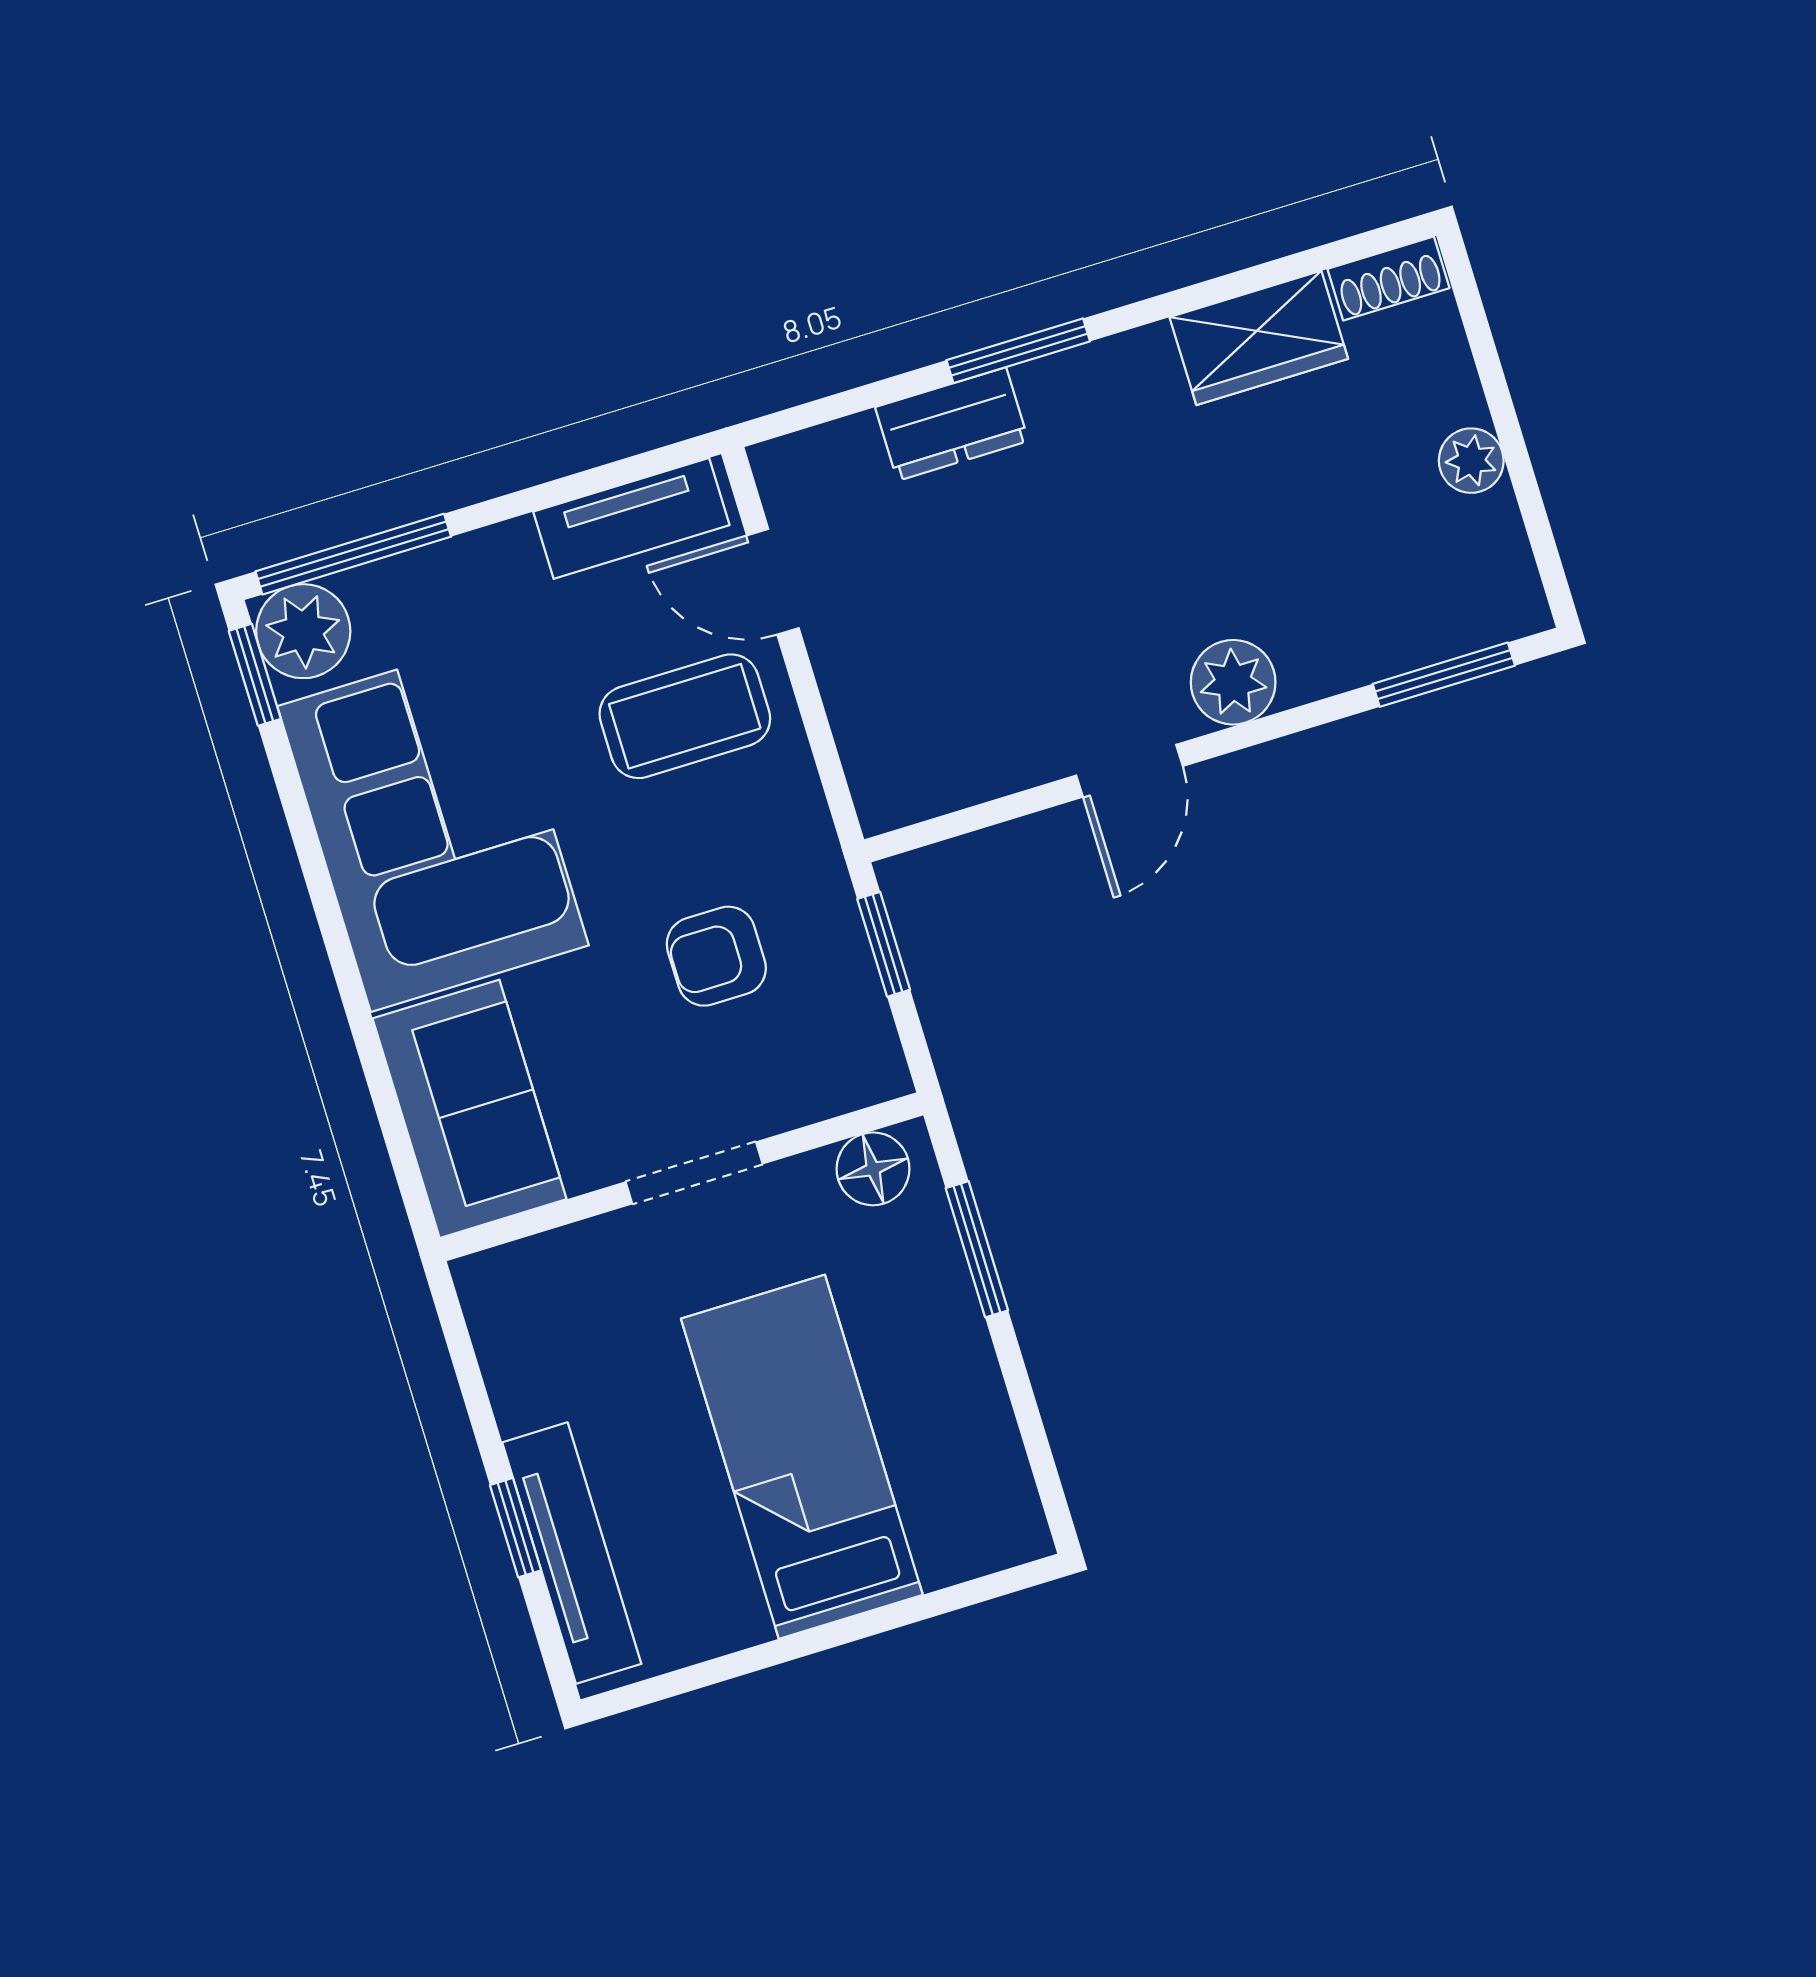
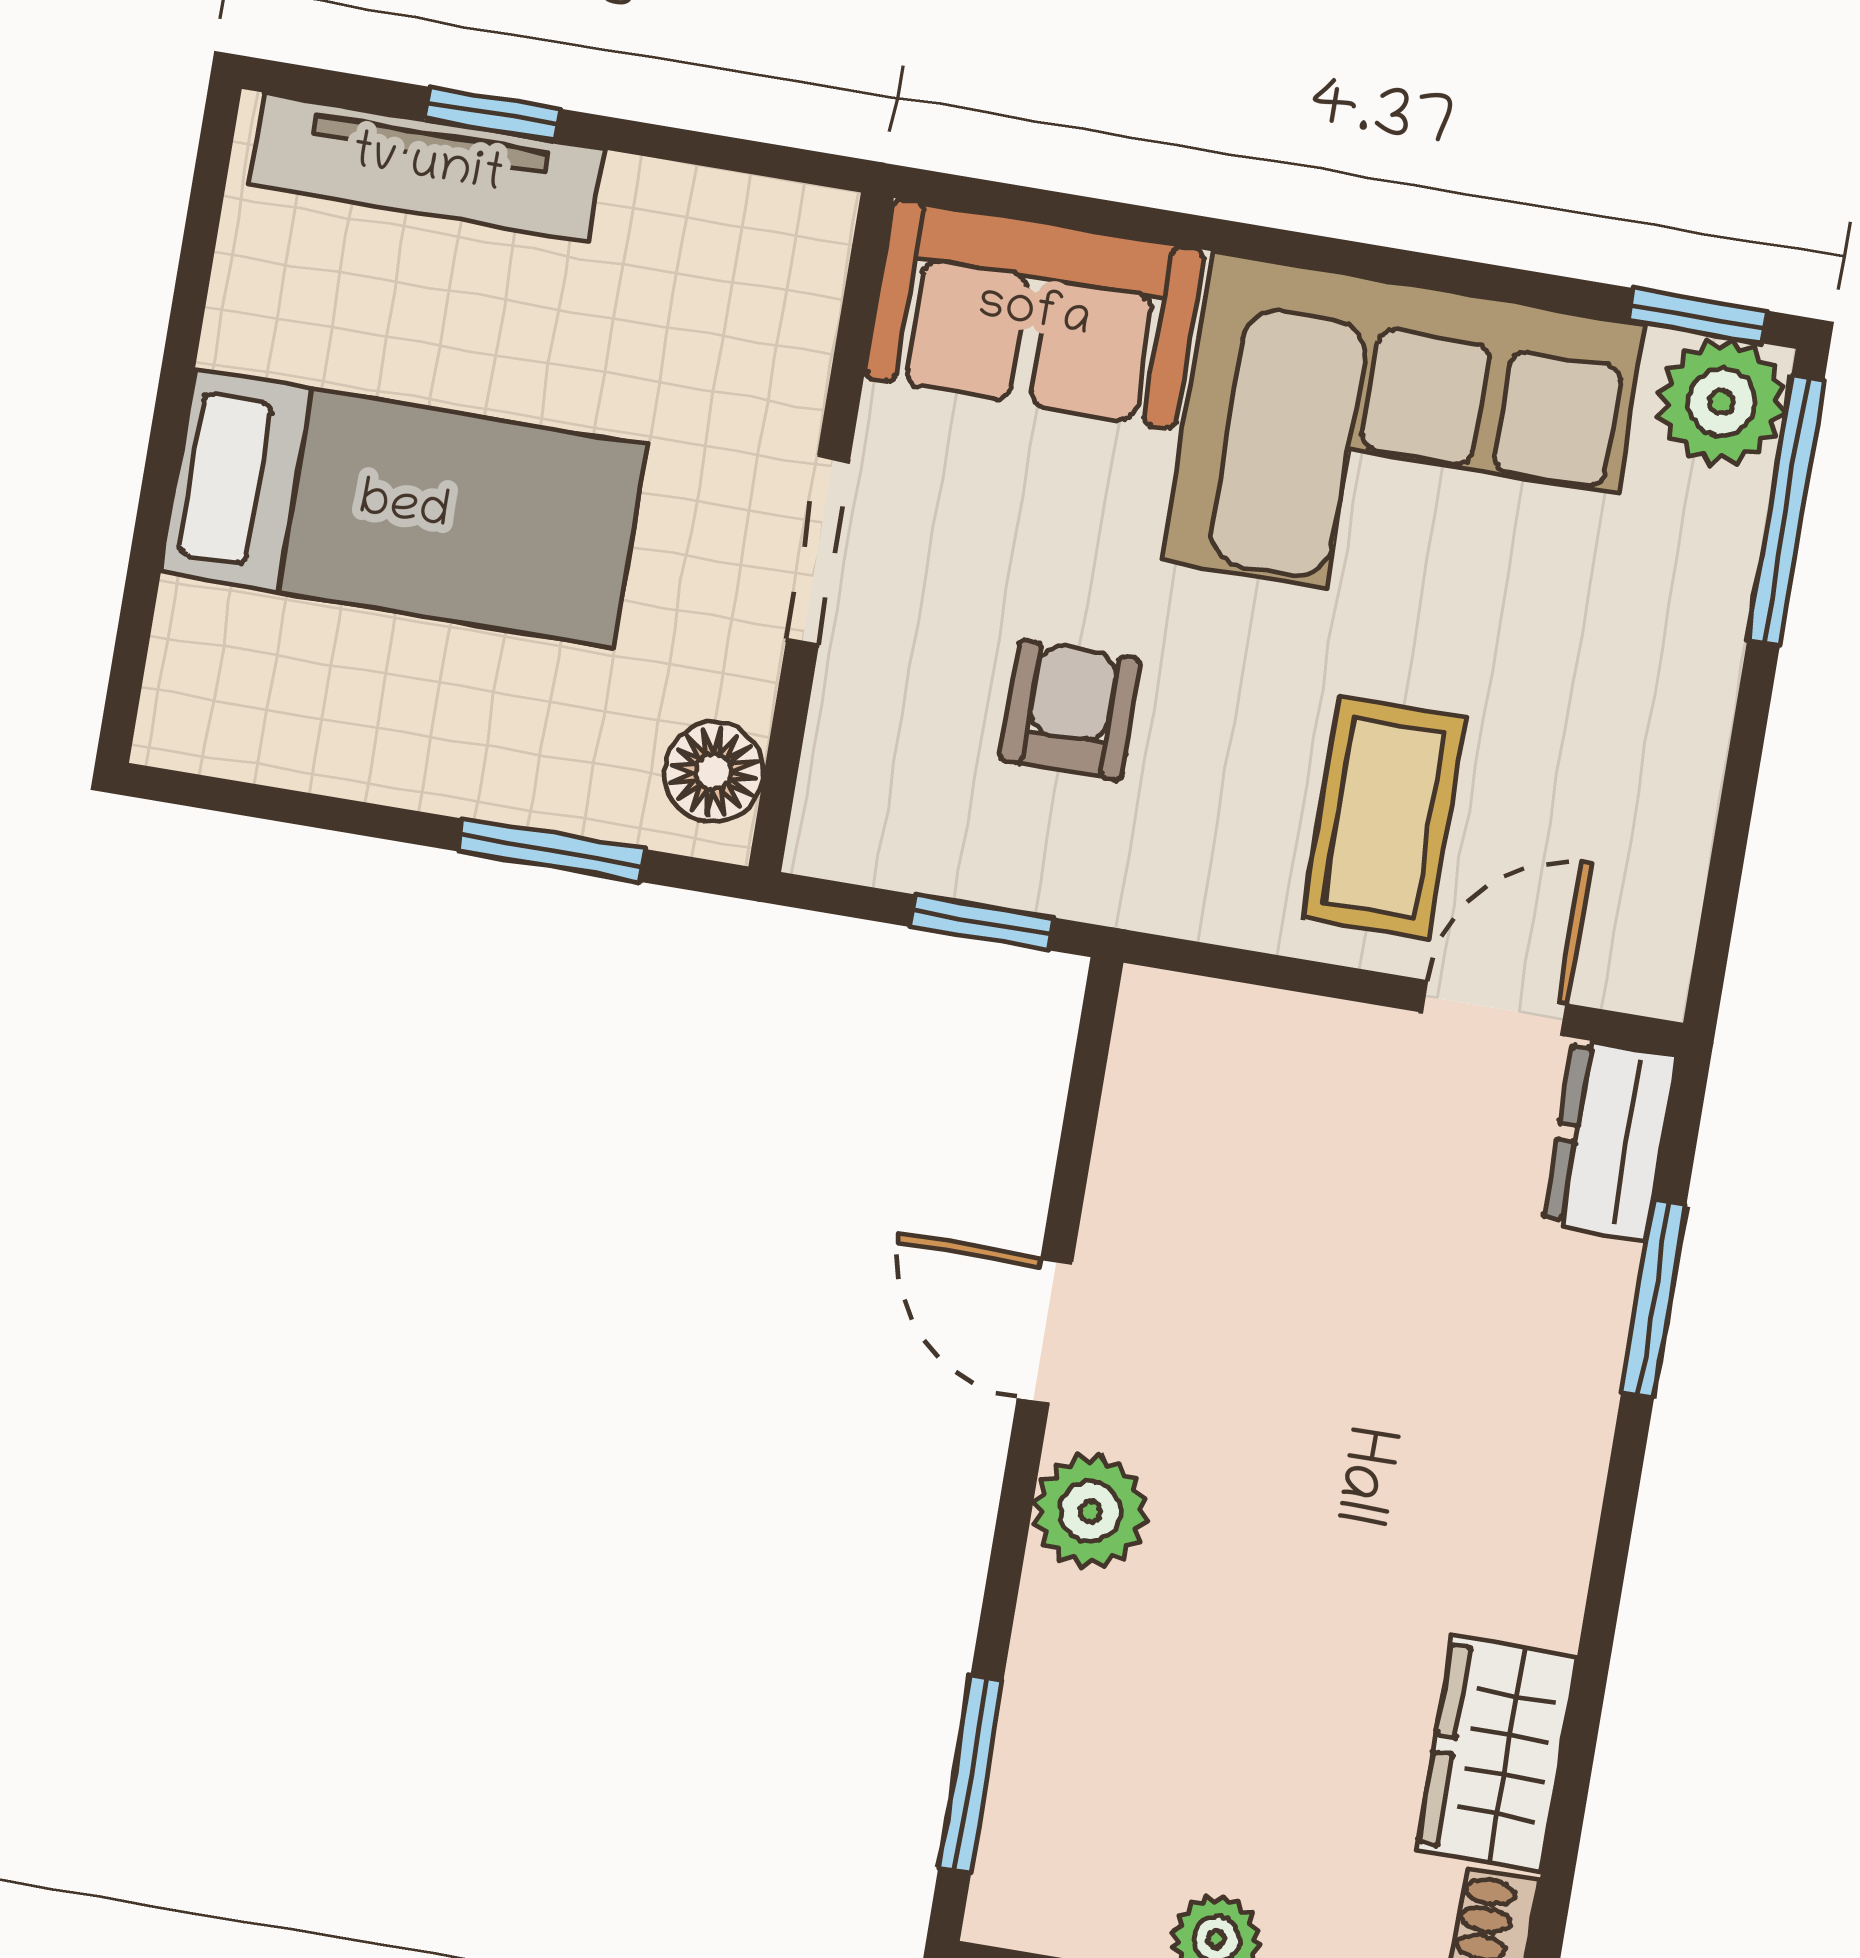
window: (1018, 351) -> (1654, 1299), moved
dresser: (952, 424) -> (1610, 1140), moved
tv unit: (631, 518) -> (1659, 873), removed

